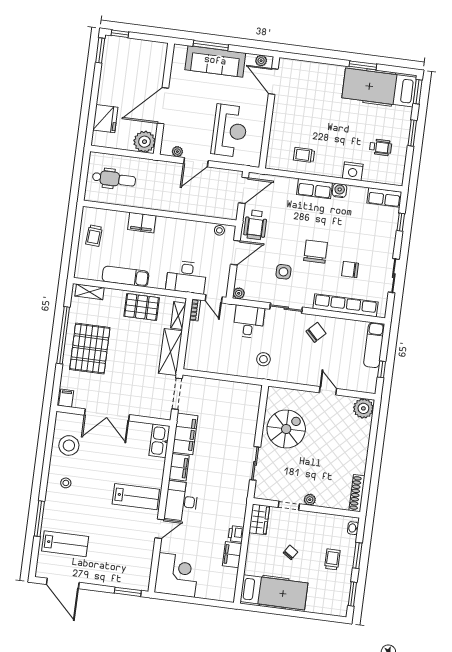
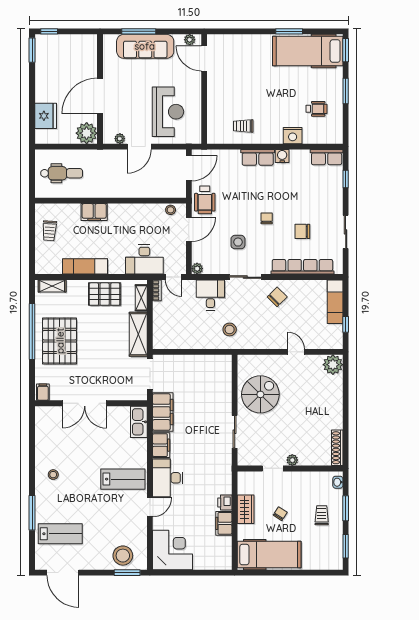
chair: (316, 252) -> (267, 218), width x0.54, depth x0.54
stool: (69, 445) -> (123, 556), moved
wardrobe: (259, 519) -> (246, 509), moved

